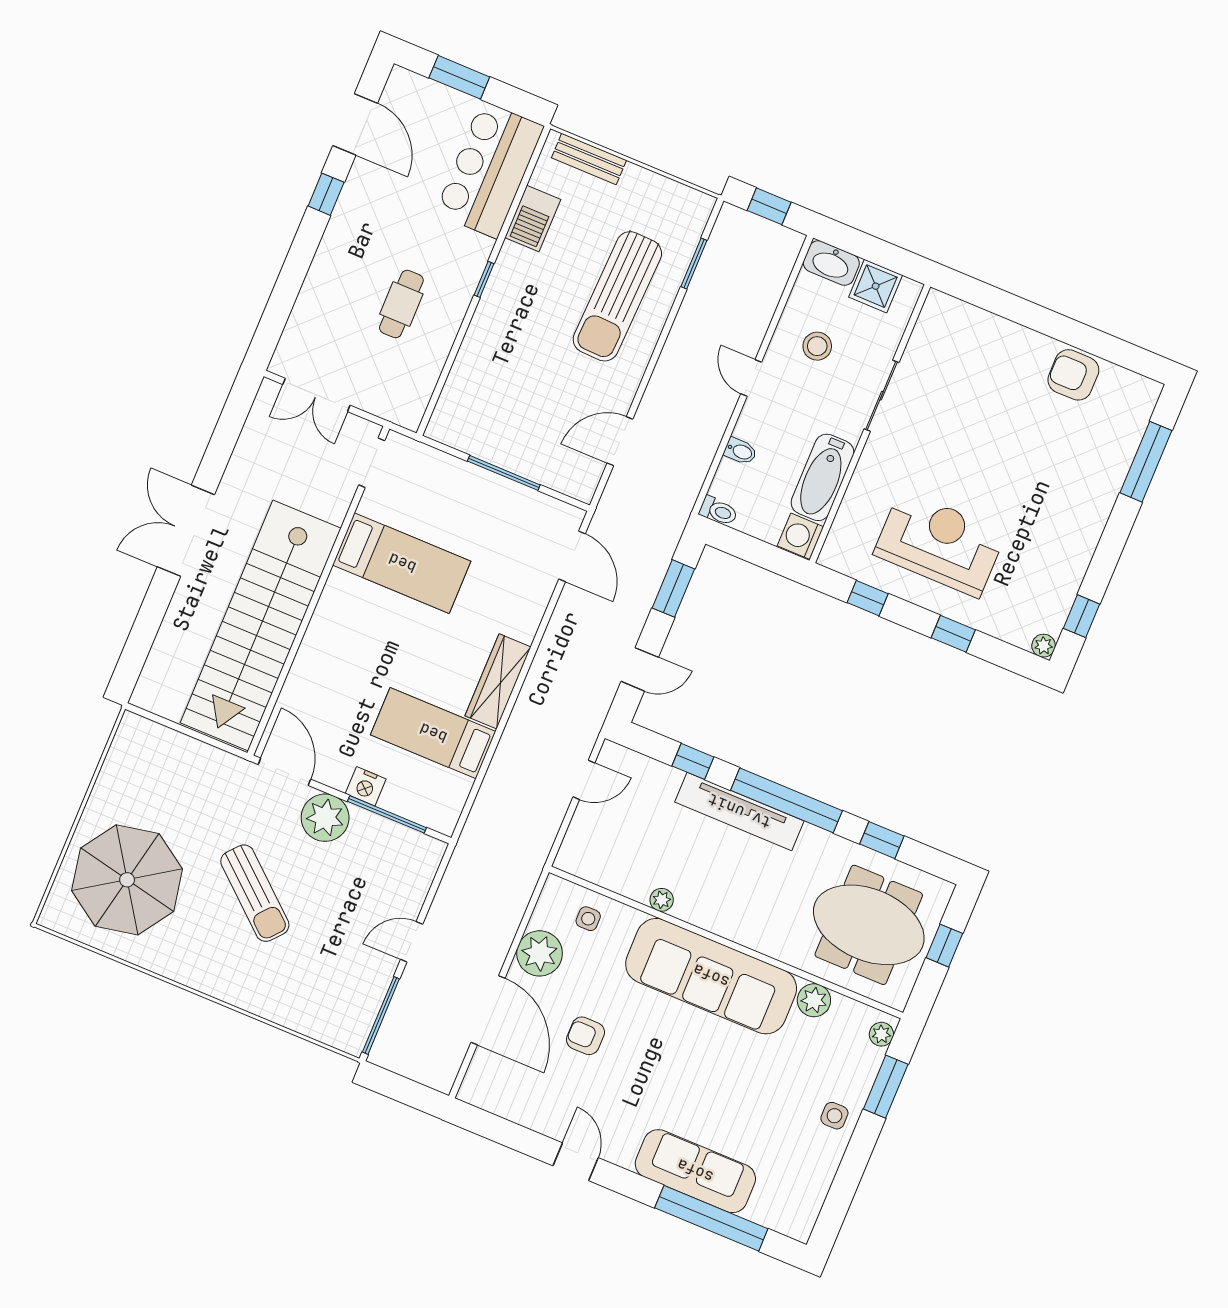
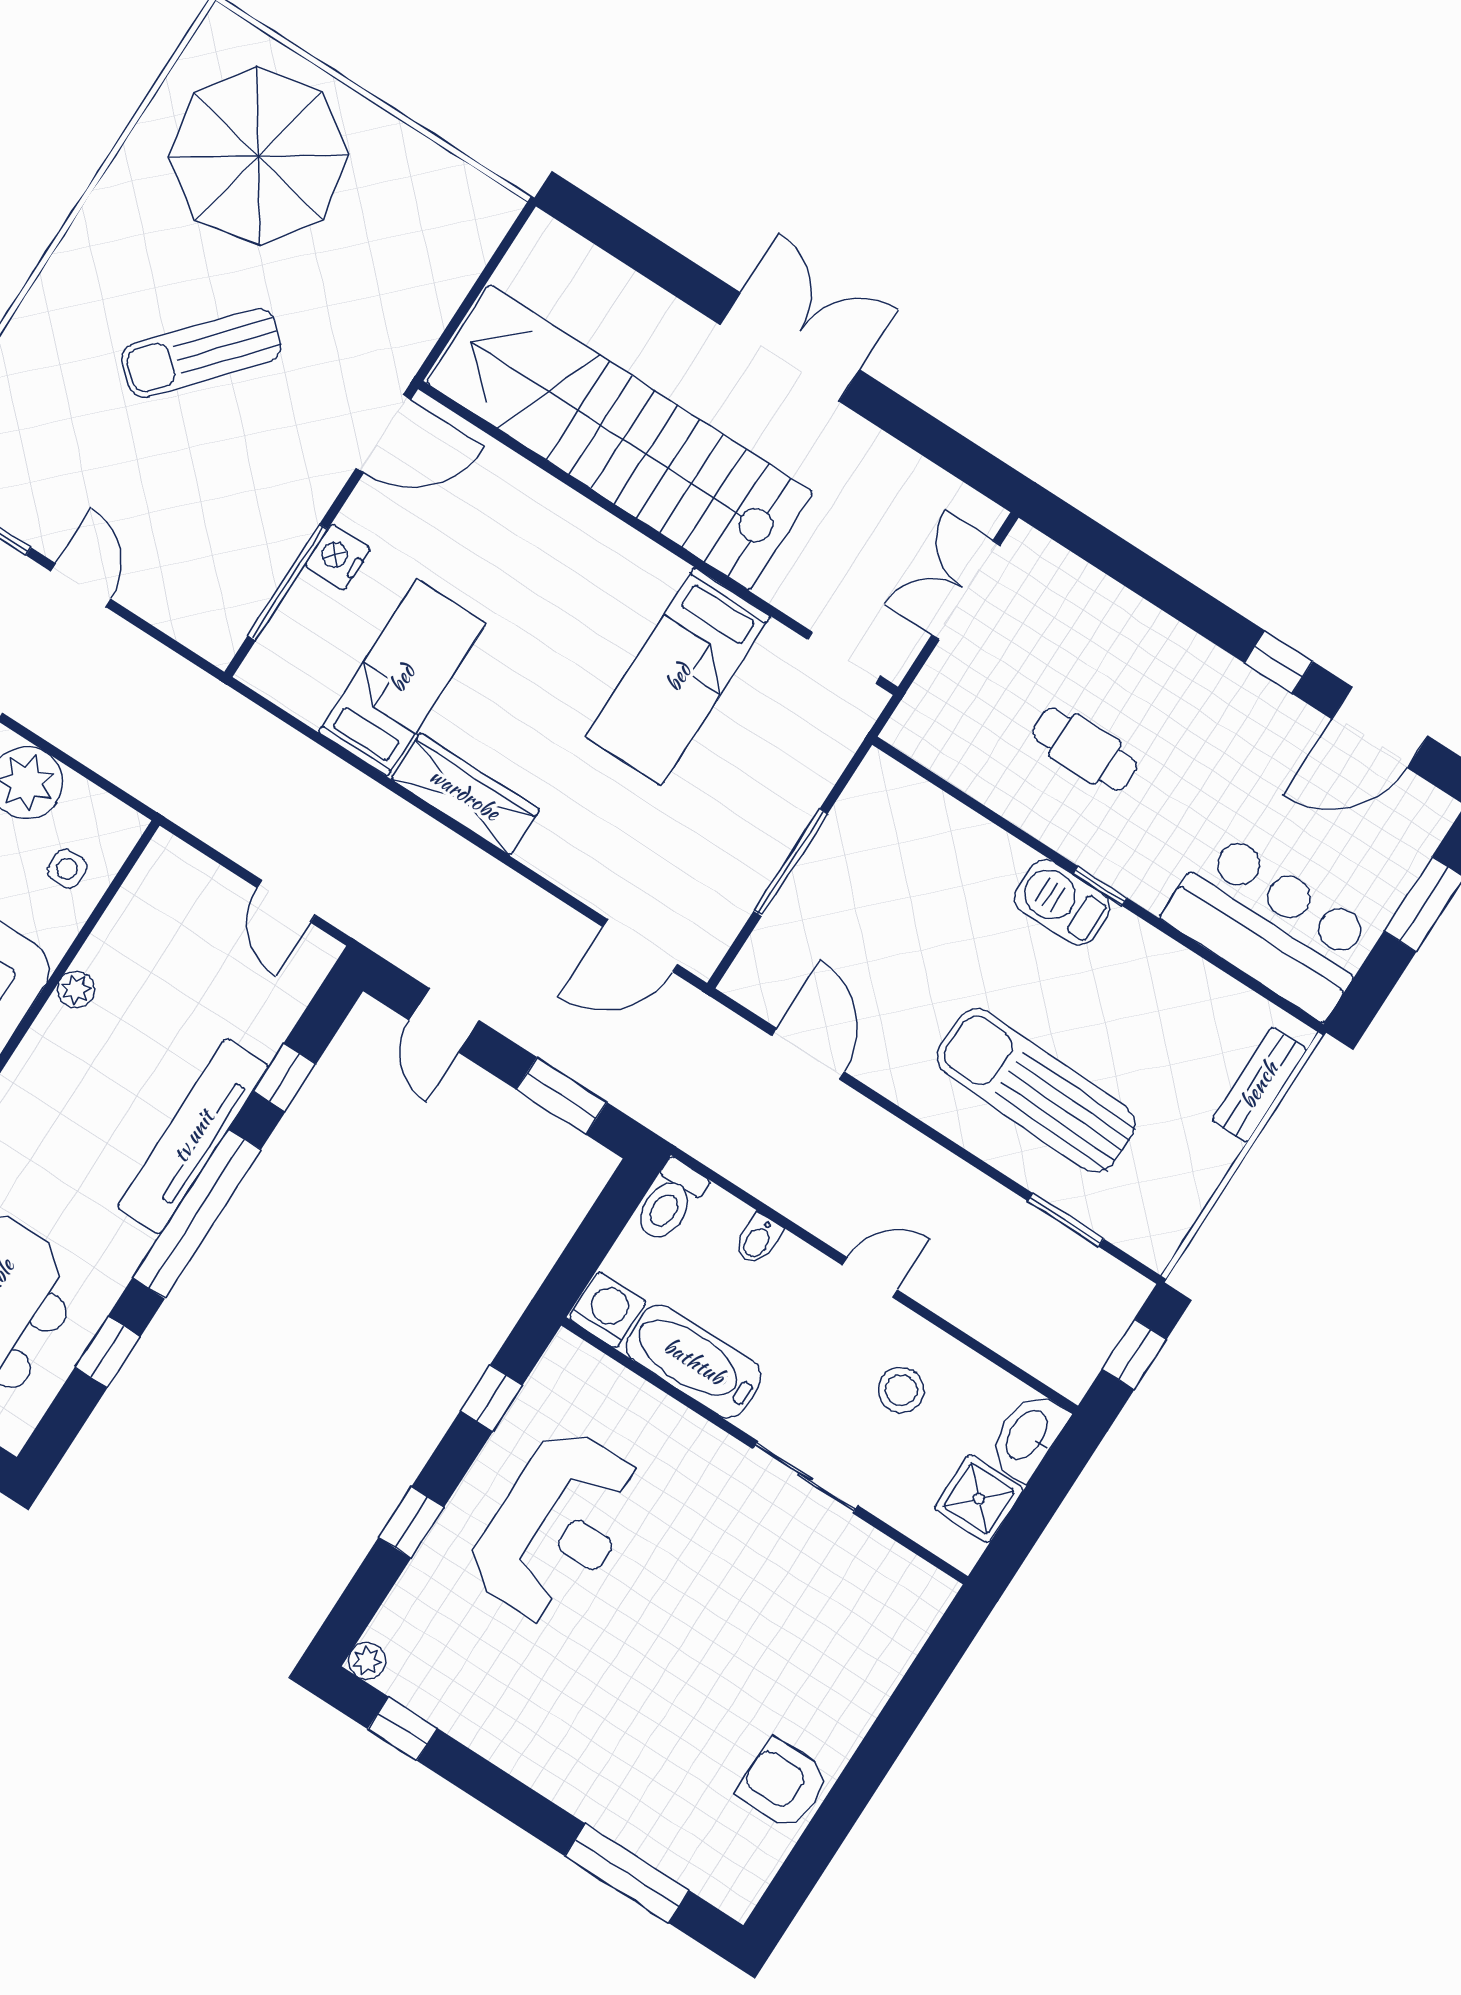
barbecue: (533, 218) -> (1062, 902), moved
armchair: (1073, 375) -> (784, 1784), turned -90
toilet: (718, 511) -> (670, 1201), width x1.37, depth x1.39
plant: (325, 818) -> (300, 484), removed

